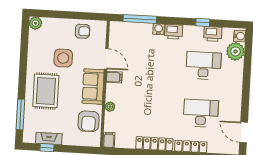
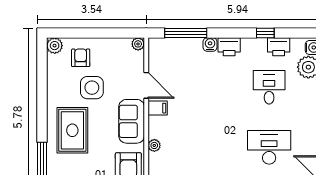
plant: (102, 26) -> (138, 44), added
armchair: (82, 31) -> (81, 58), moved, turned -90
desk: (203, 66) -> (269, 87), width x0.73

